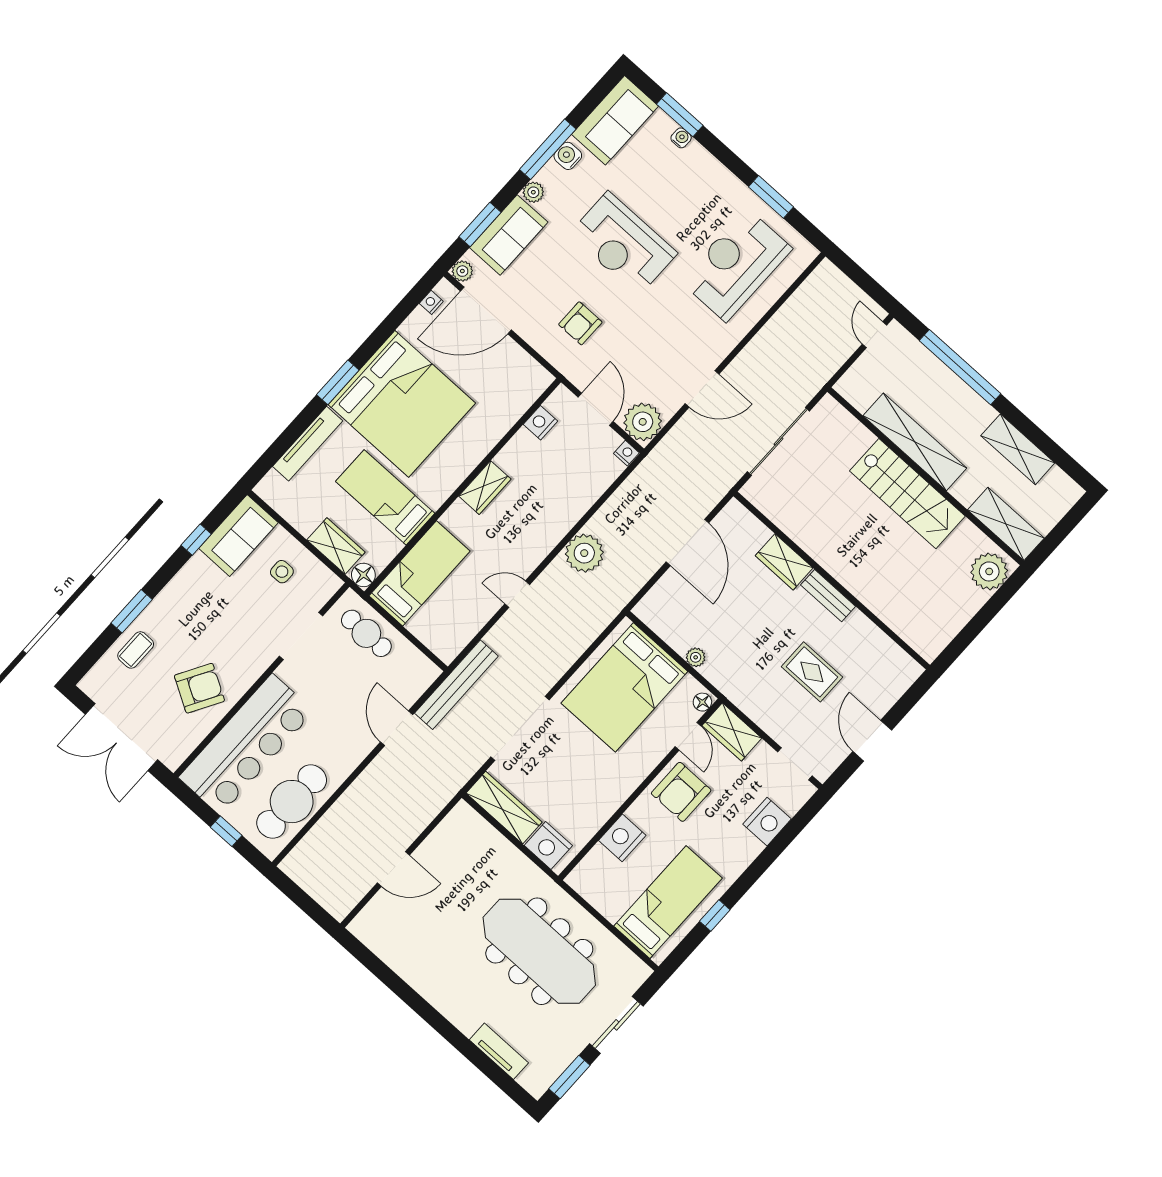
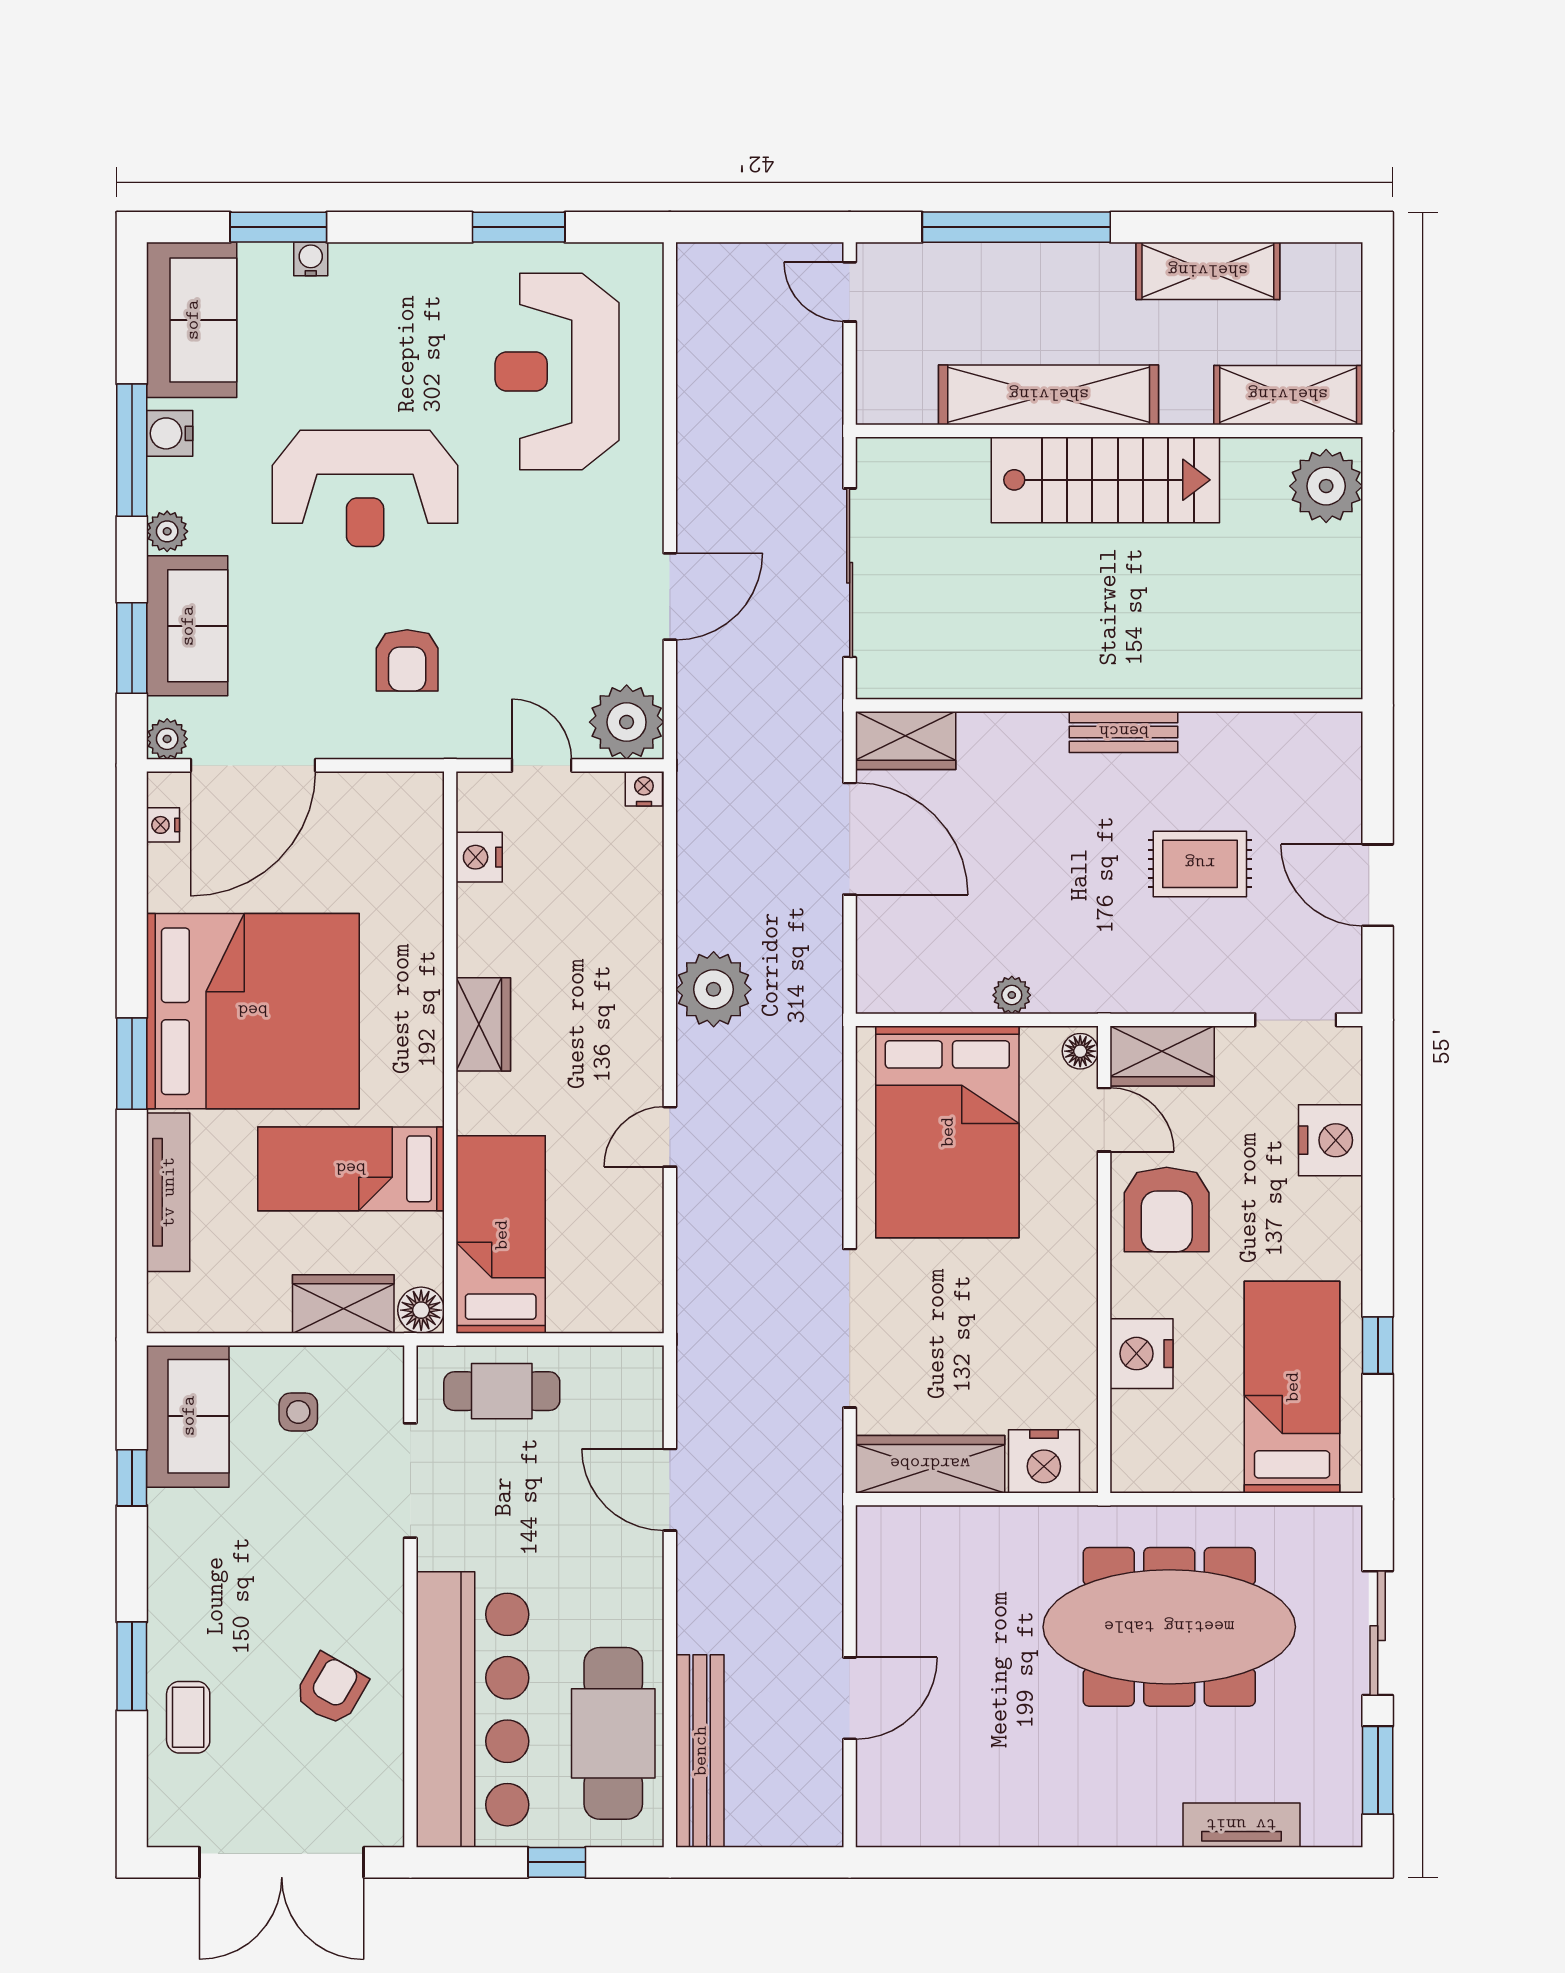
door: (596, 409) -> (542, 765), width x0.73
wardrobe: (784, 562) -> (906, 740), moved
bench: (456, 685) -> (700, 1751), moved
armchair: (199, 688) -> (331, 1689), width x0.72, depth x0.72

